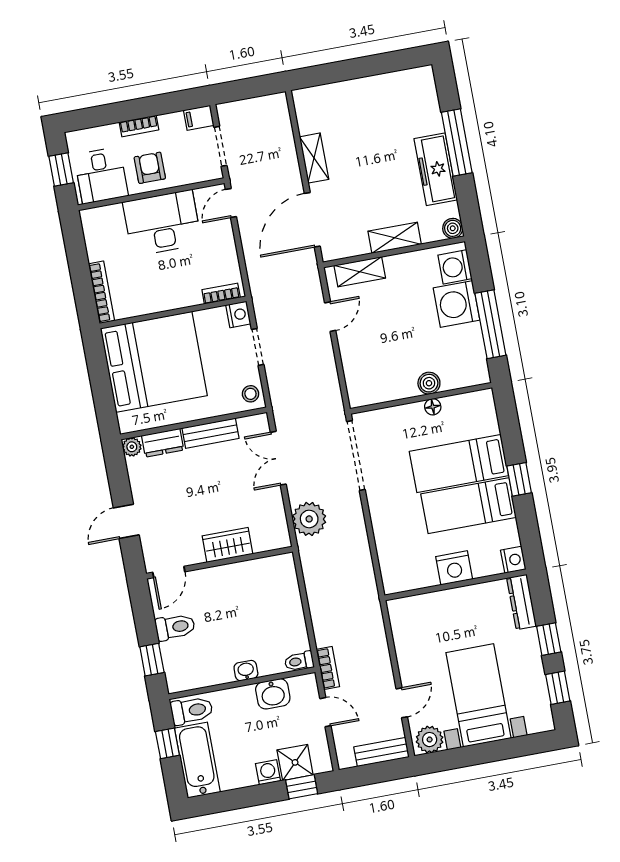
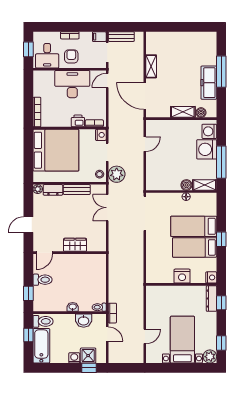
door: (312, 220) -> (145, 96), hinge flipped
boiler: (453, 228) -> (201, 113), moved
shelving: (360, 272) -> (205, 185), moved
printer: (187, 295) -> (78, 121), added
plant: (309, 519) -> (117, 174), moved
window: (549, 639) -> (221, 303), moved
plant: (430, 740) -> (210, 357), moved
bench: (382, 752) -> (121, 37), moved

